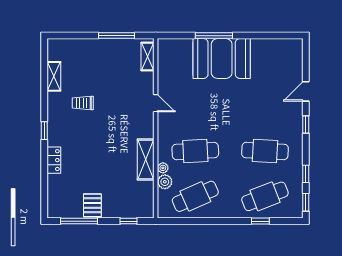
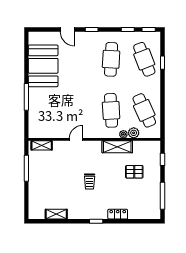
booth: (222, 58) -> (43, 66), moved
trolley: (83, 103) -> (90, 181), moved
pallet: (92, 205) -> (134, 172), moved

